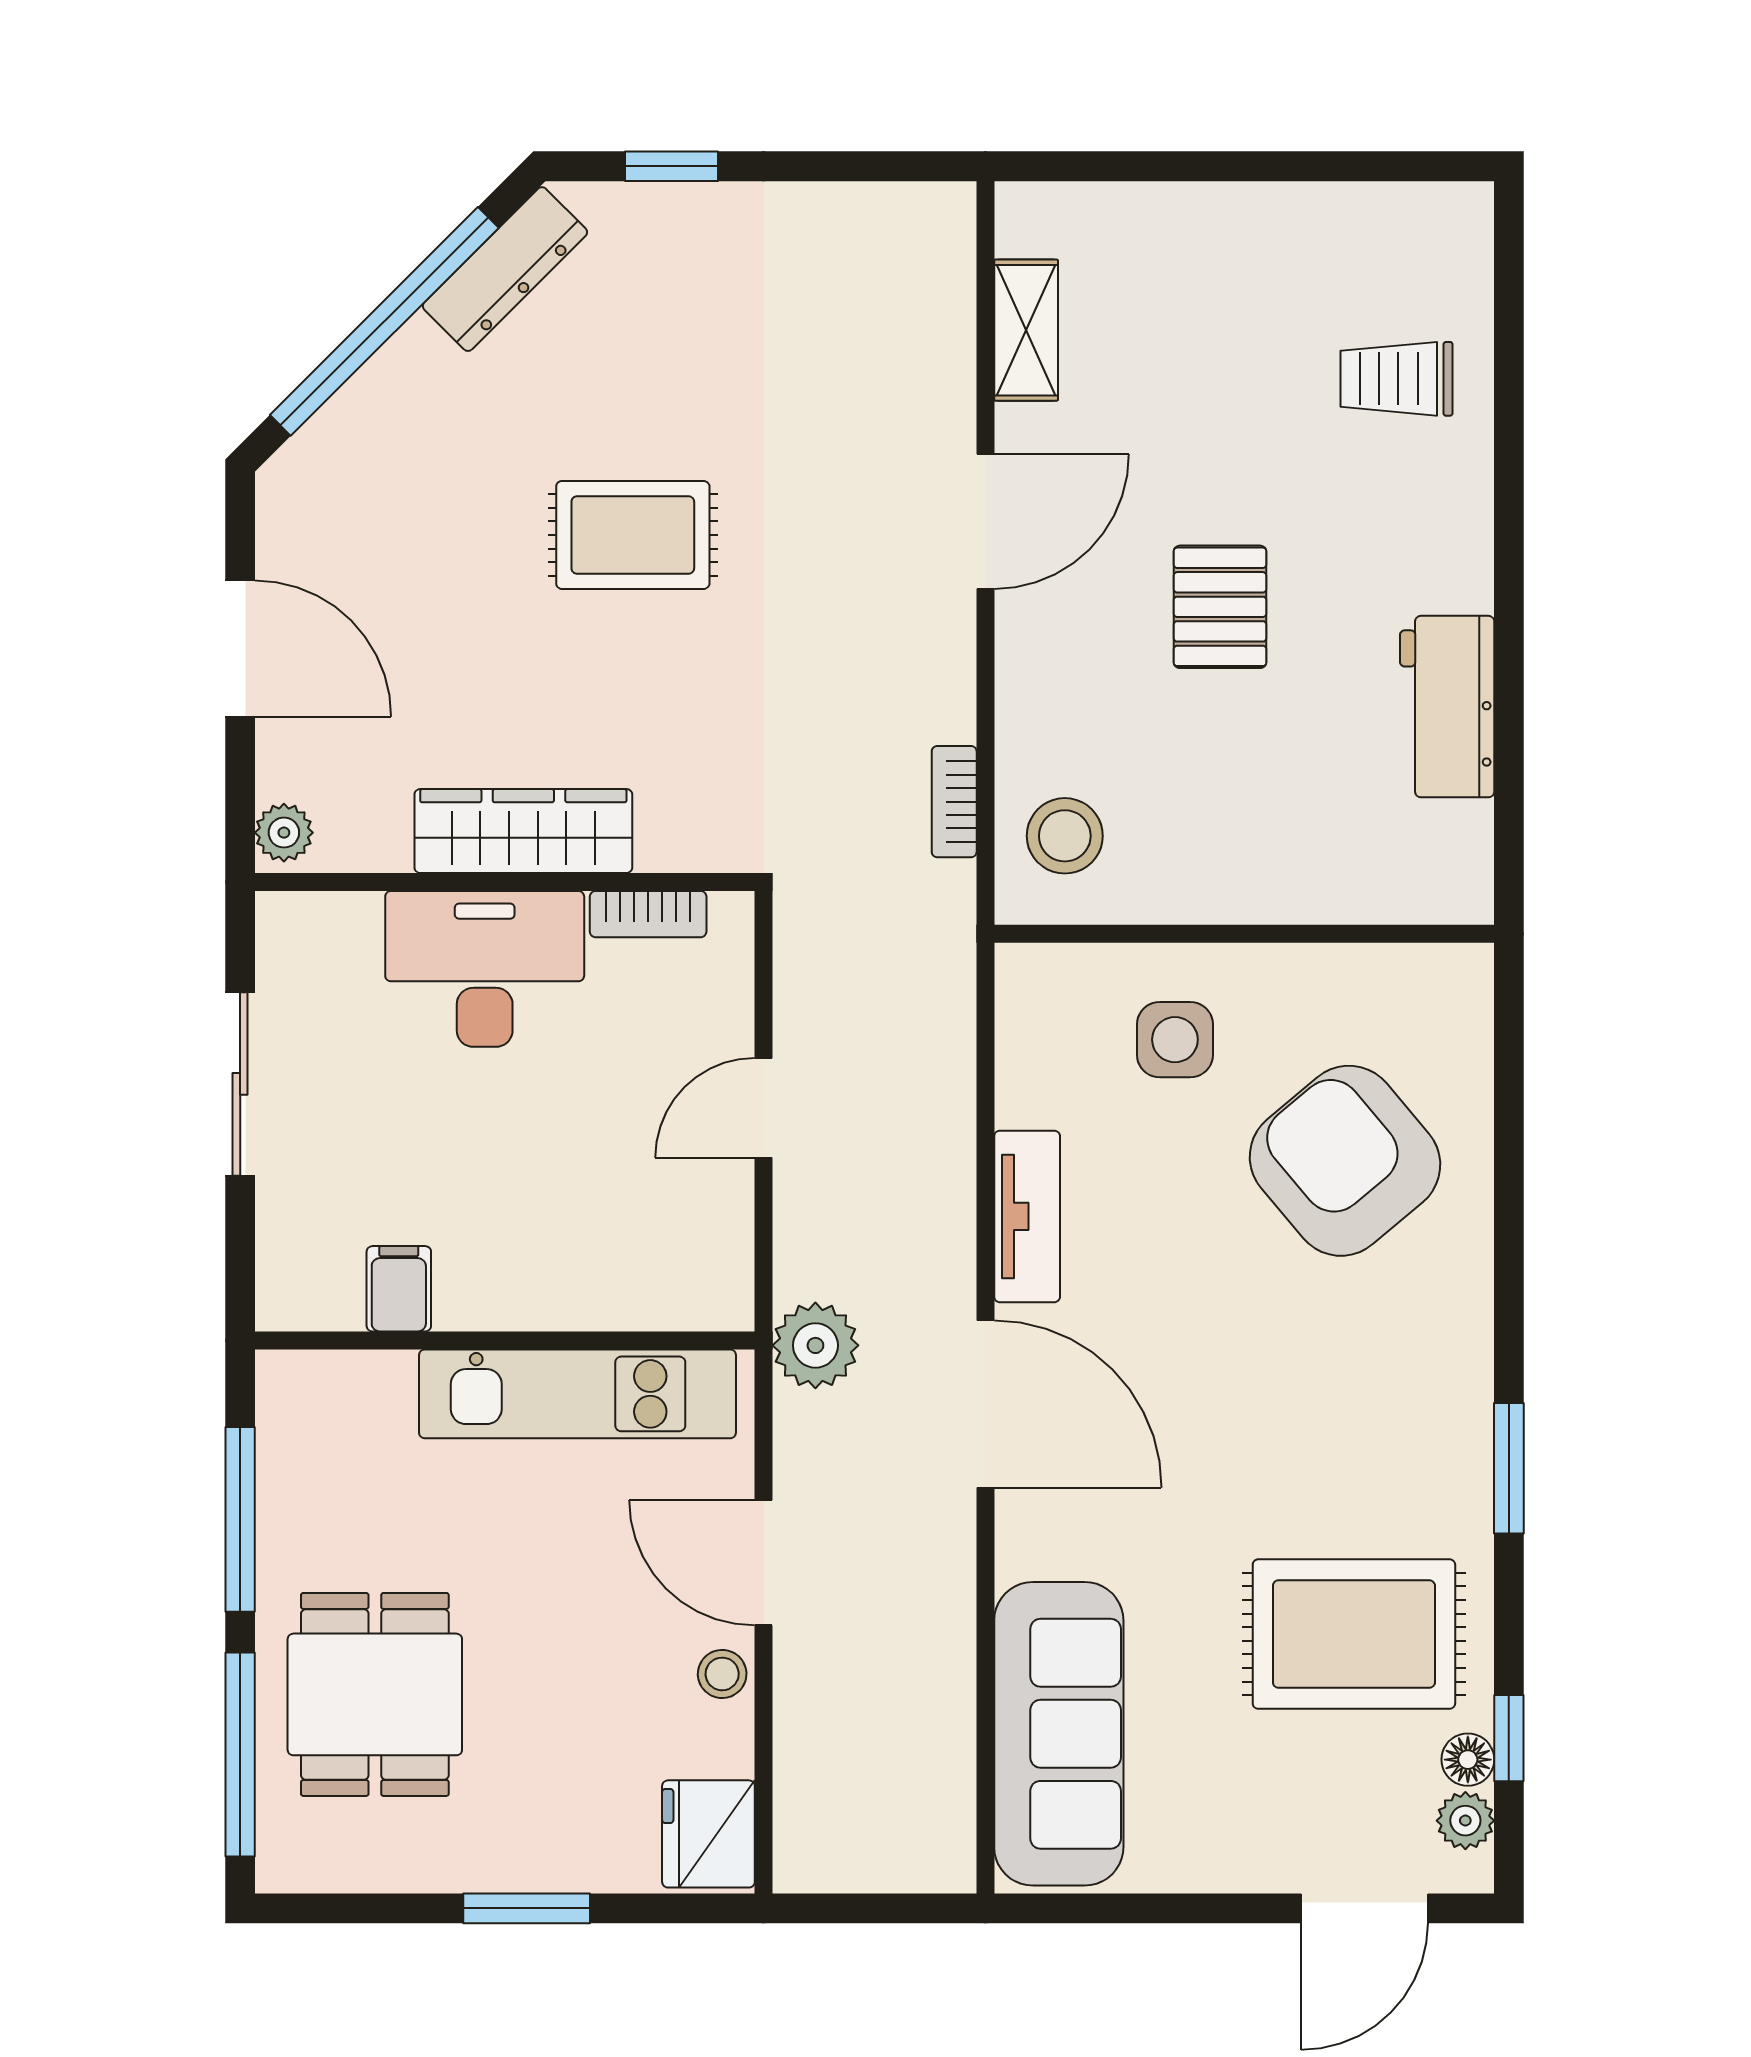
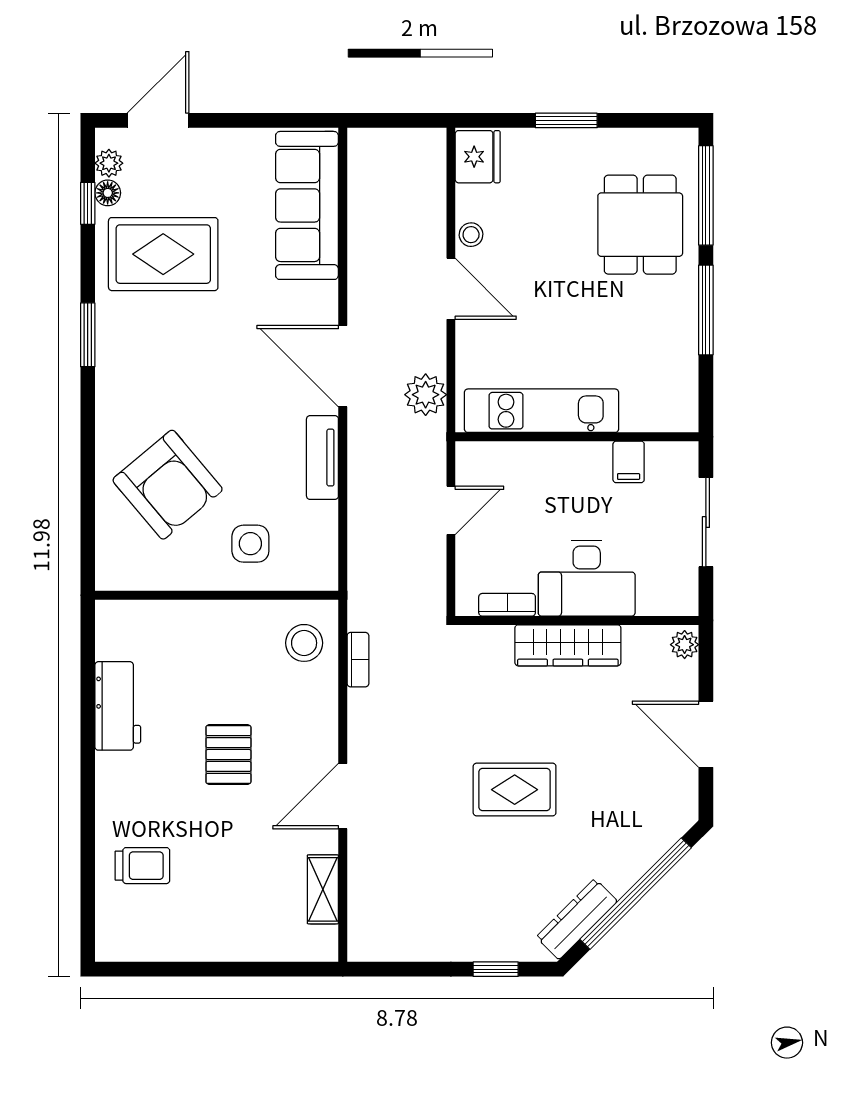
filing cabinet: (399, 1289) -> (629, 462), moved
wall: (505, 1340) -> (577, 437), moved
kitchen unit: (577, 1394) -> (541, 411), moved

